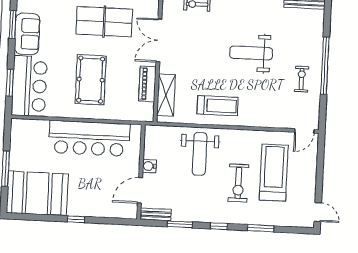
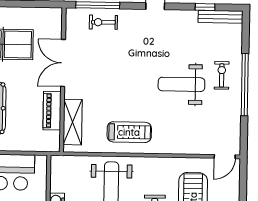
weight bench: (251, 53) -> (181, 84), moved
exercise bike: (302, 79) -> (222, 75), moved

